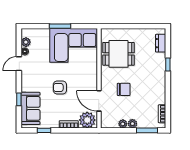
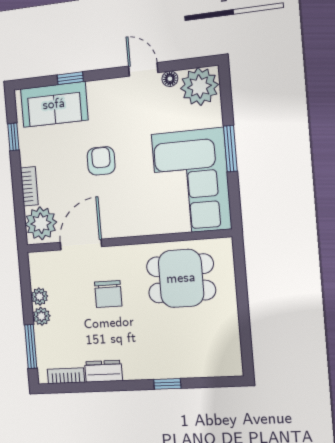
plant: (26, 42) -> (199, 87), width x1.87, depth x1.87
dresser: (161, 43) -> (104, 371), moved
dining table: (118, 54) -> (181, 278), turned 90

